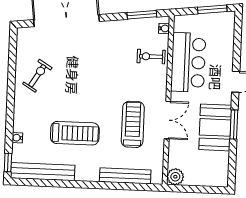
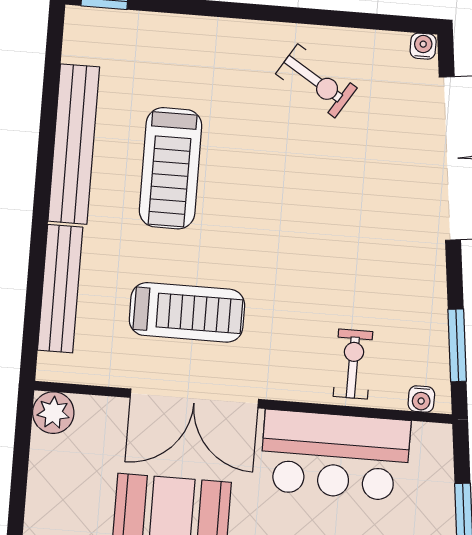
double door: (167, 120) -> (194, 398), width x1.37
water cooler: (17, 138) -> (423, 46), moved
bench: (43, 172) -> (74, 144), moved

